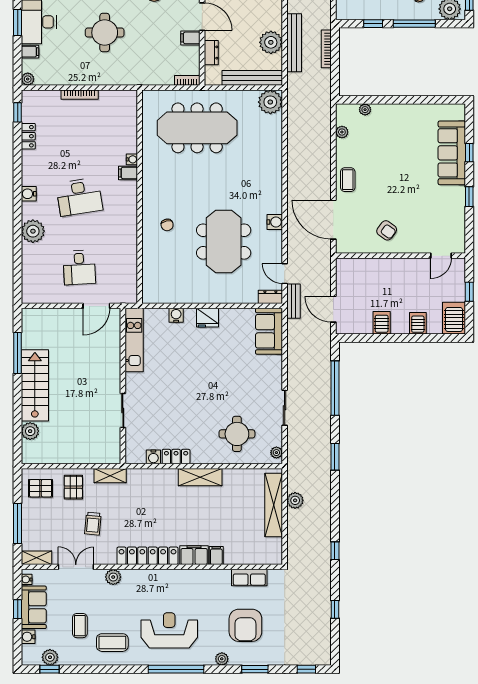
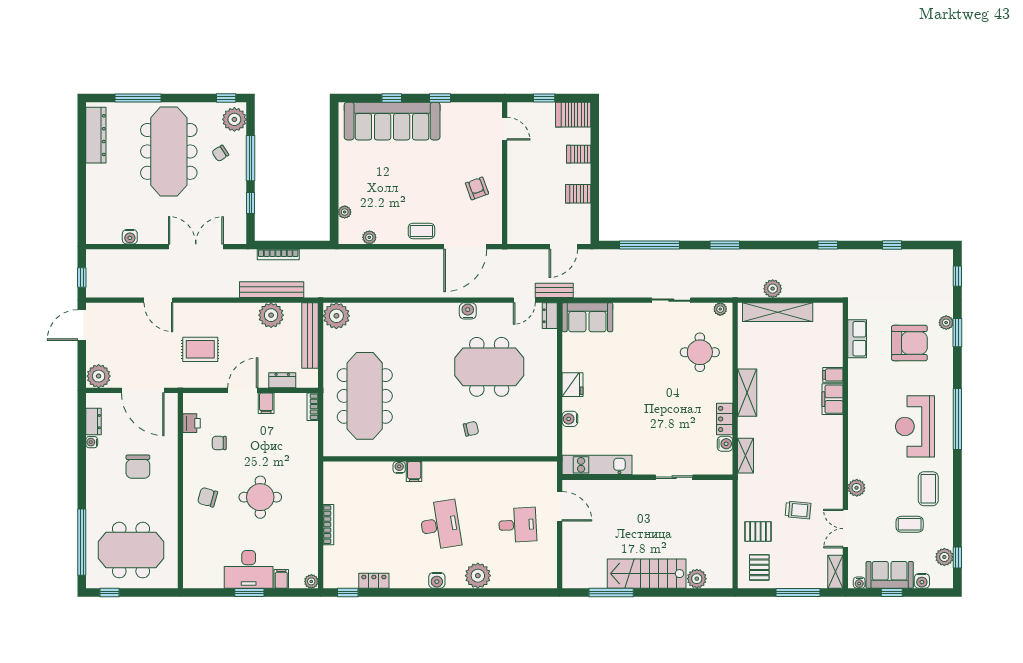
sofa: (452, 153) -> (392, 121), width x1.36, depth x1.27
armchair: (387, 230) -> (477, 188), turned -56
shelving: (110, 476) -> (746, 456), moved
locker: (147, 556) -> (833, 450), removed
plant: (222, 659) -> (946, 323), moved

